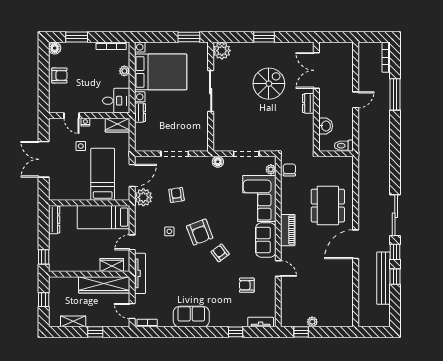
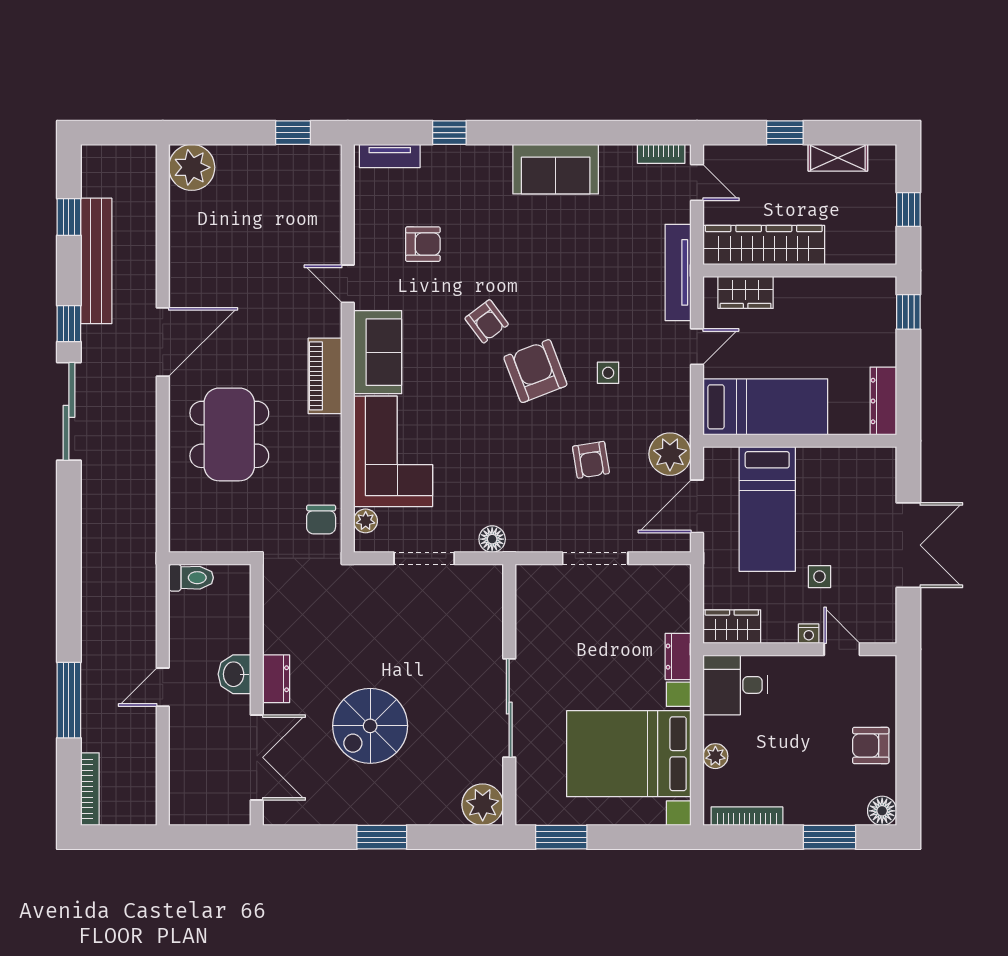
washbasin: (326, 126) -> (235, 674), moved
window: (395, 277) -> (69, 217), moved
plant: (312, 322) -> (192, 167), moved, width x1.88, depth x1.88

